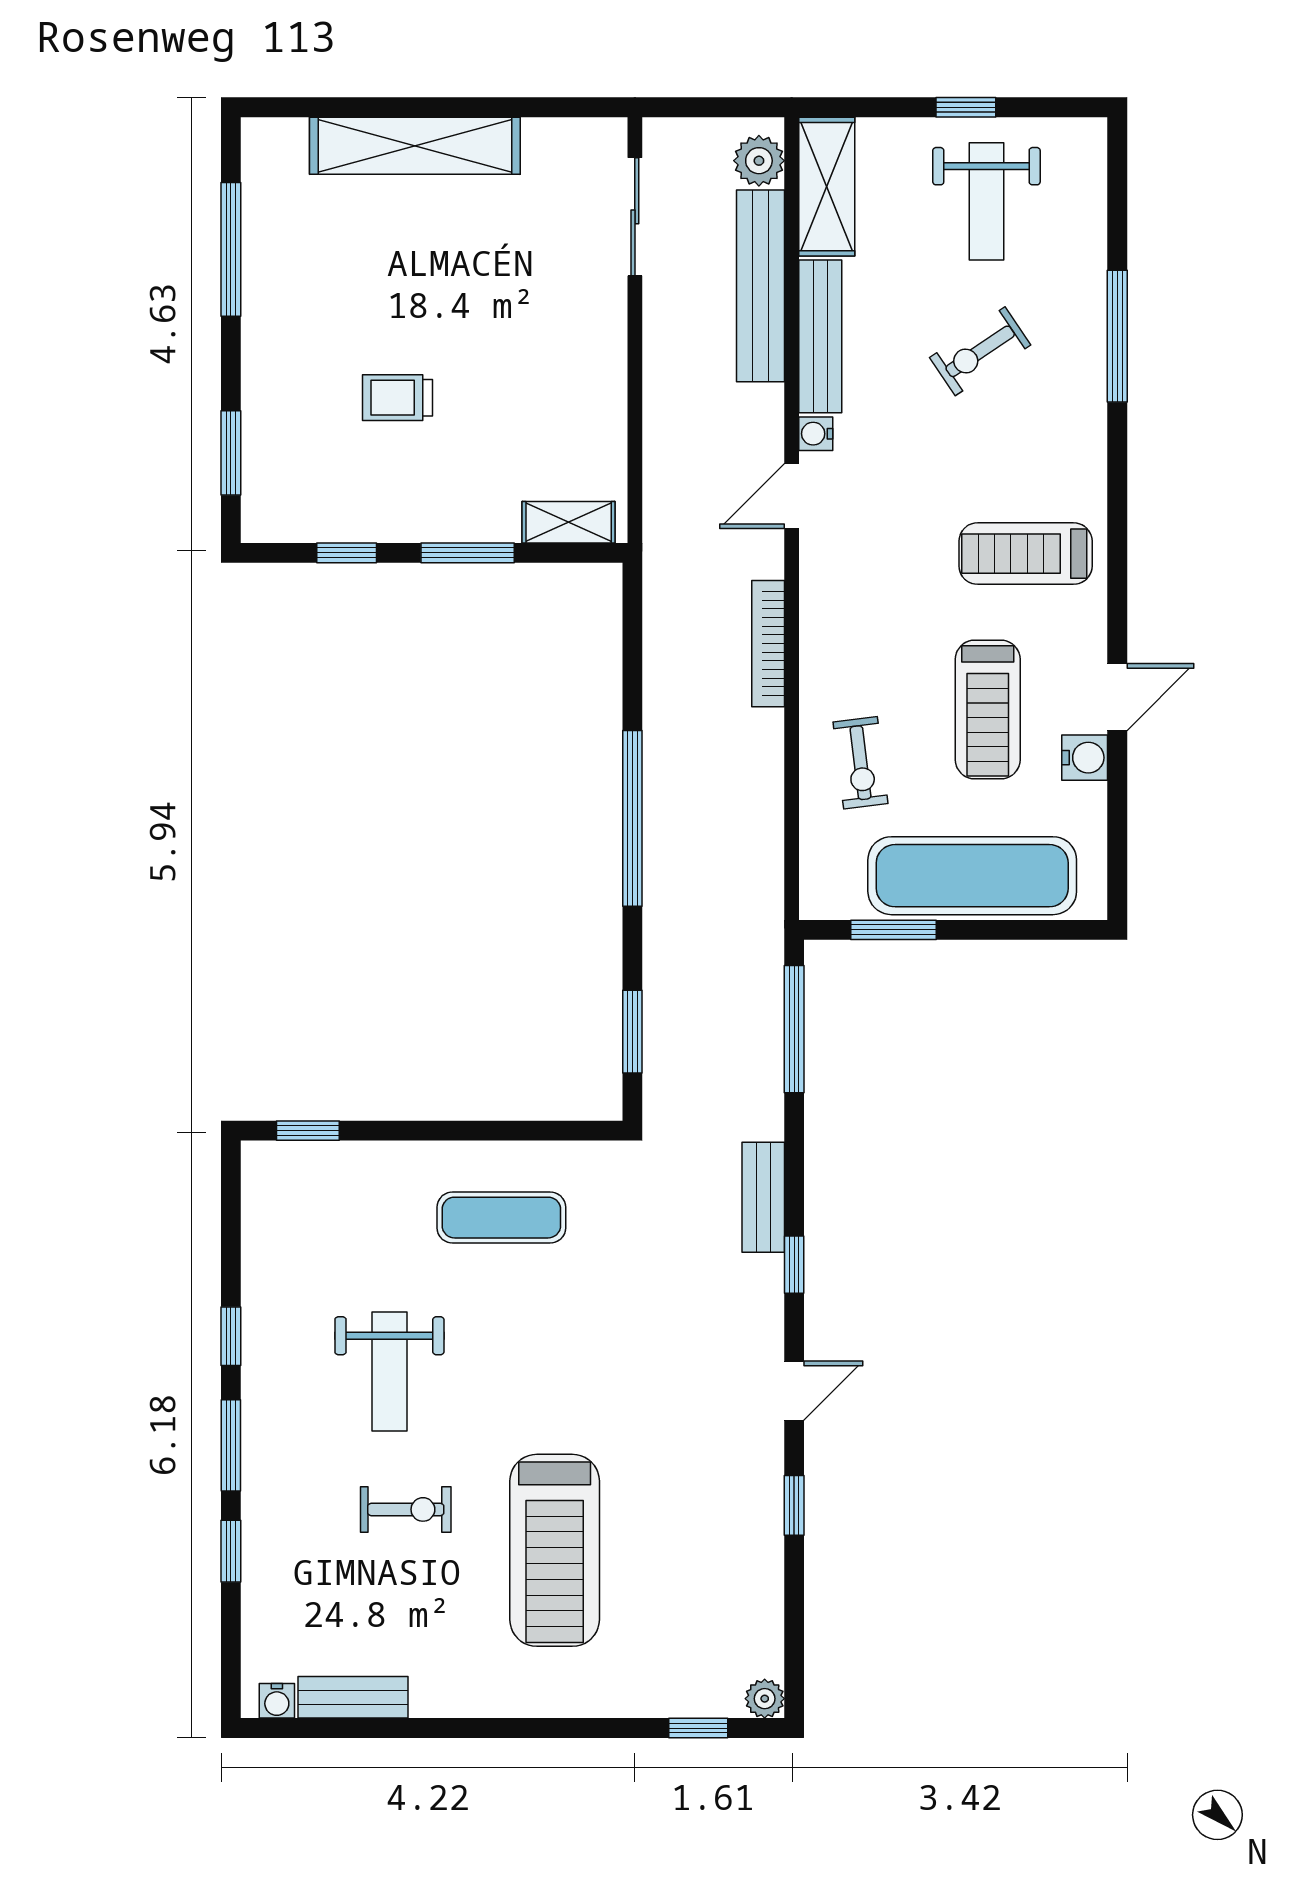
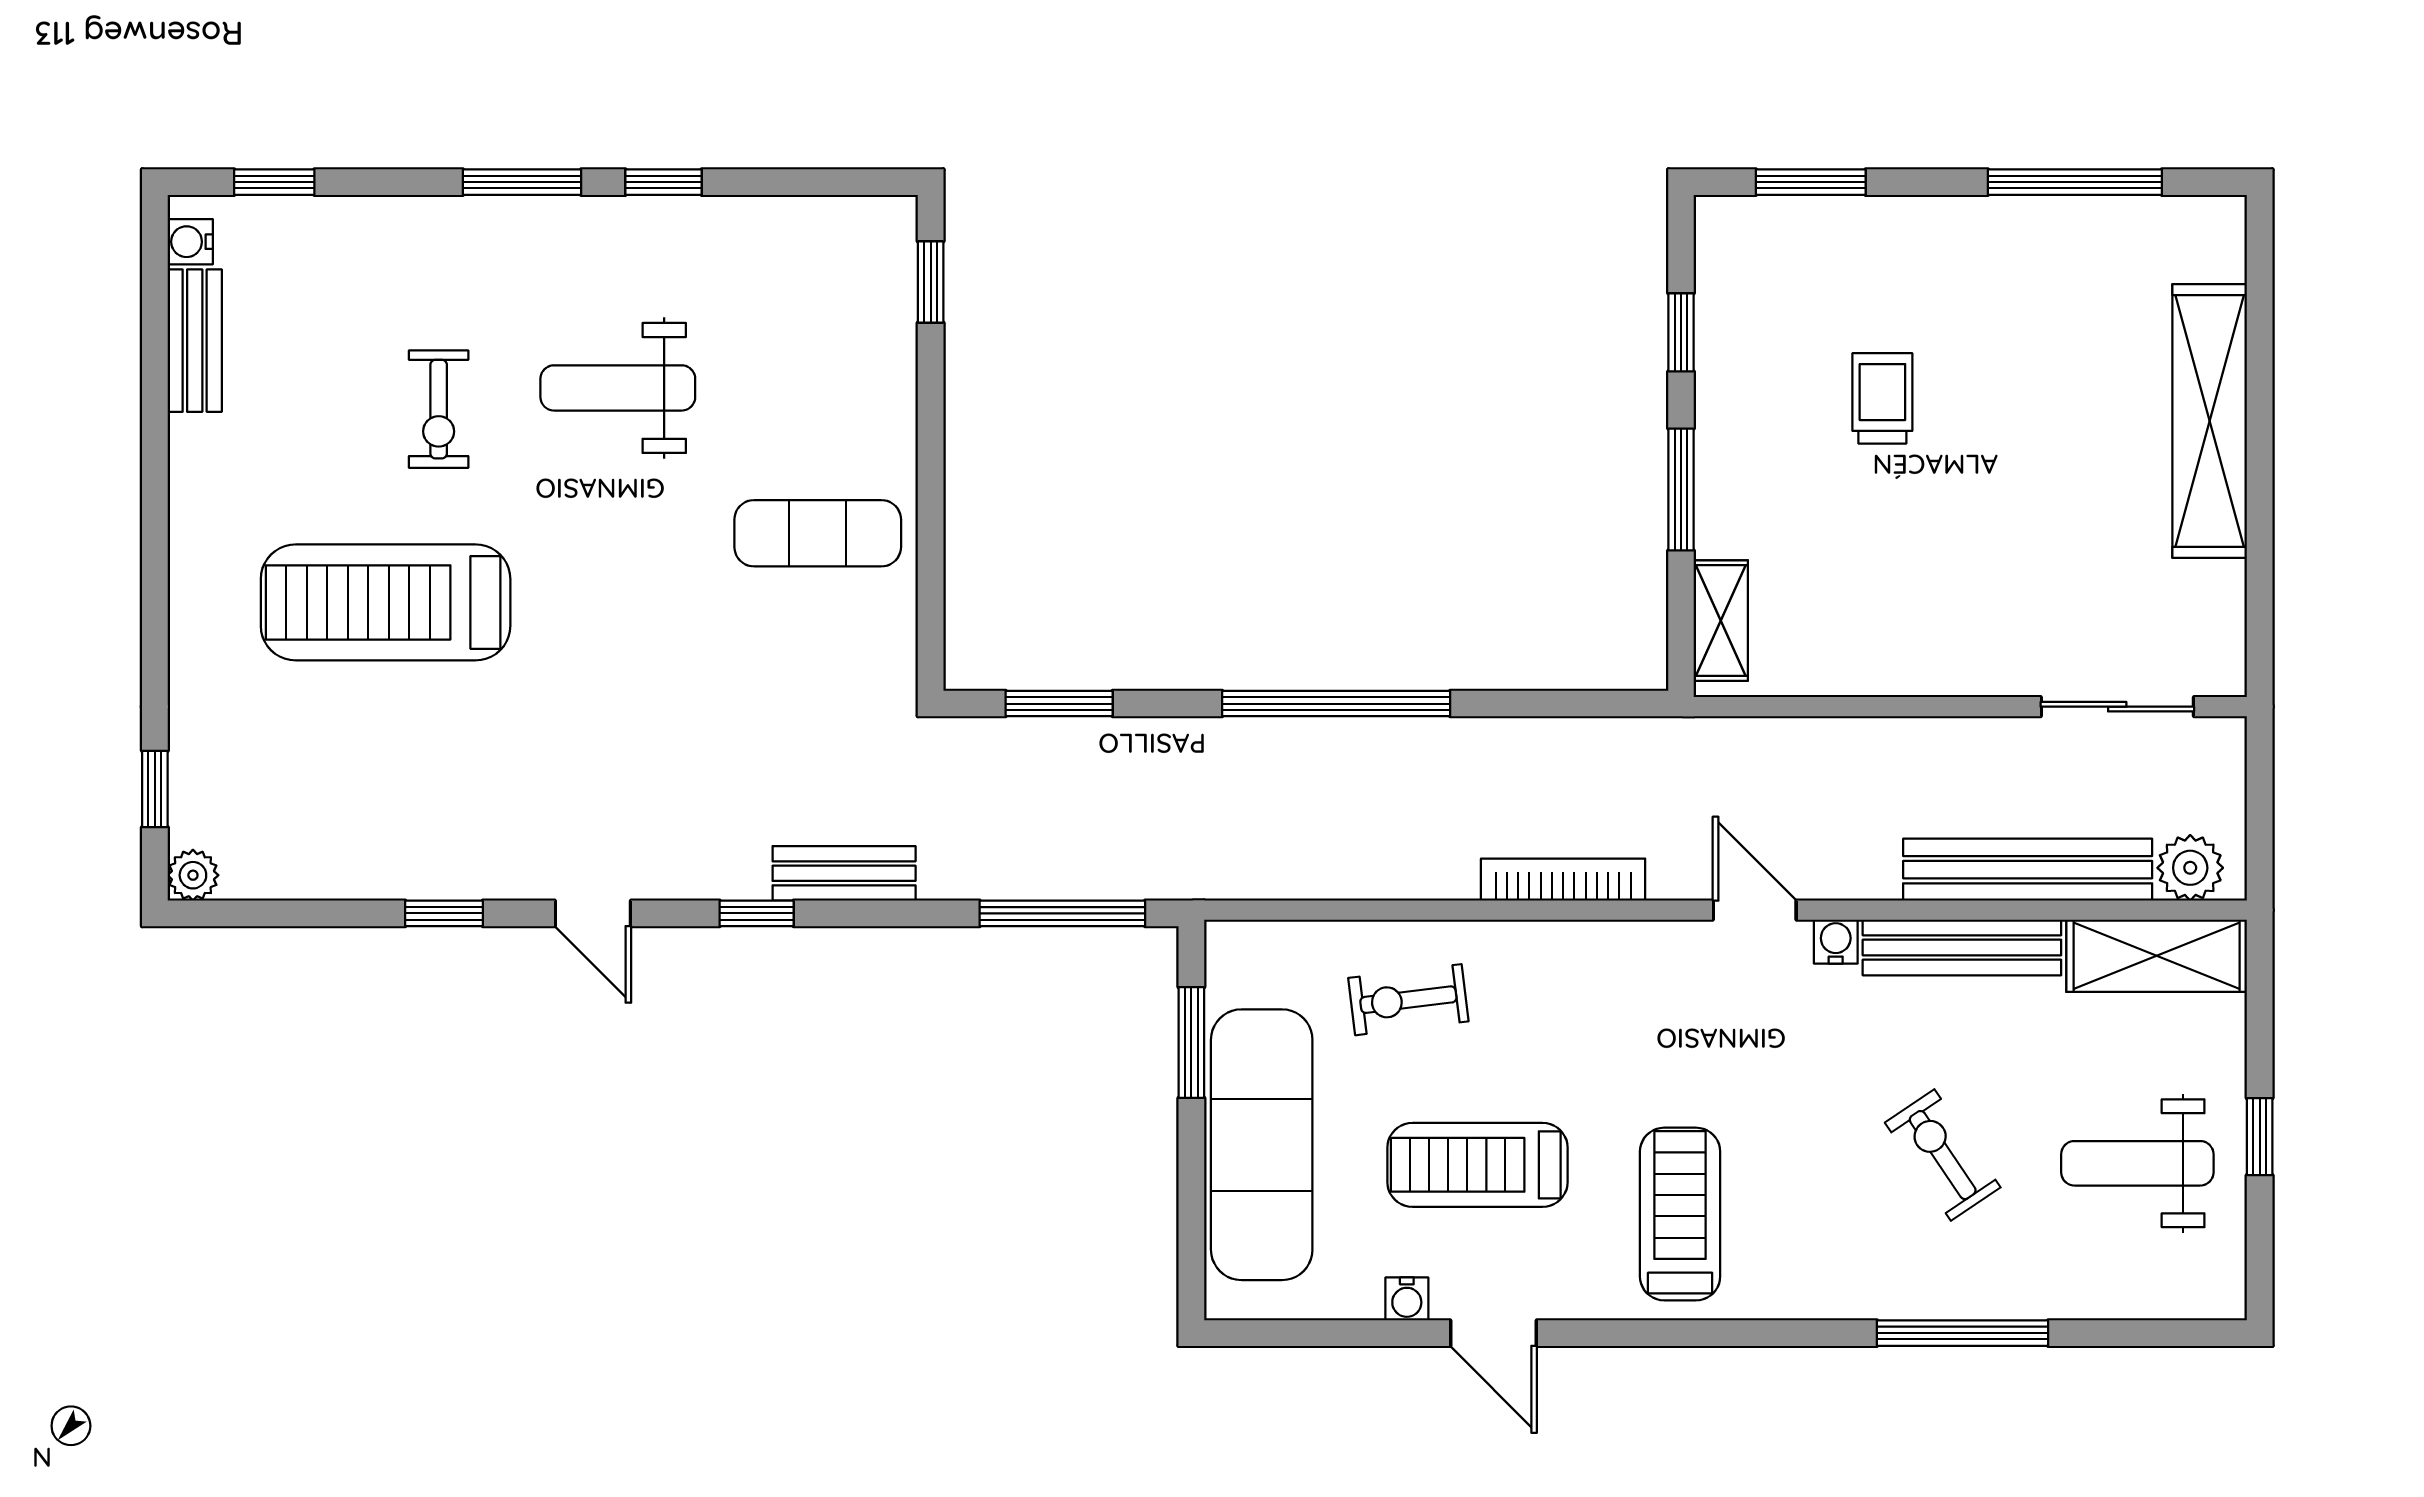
water cooler: (1085, 758) -> (1407, 1299), width x0.72, depth x0.72
exercise mat: (501, 1218) -> (818, 533), turned 90
window: (231, 1551) -> (274, 182), moved

